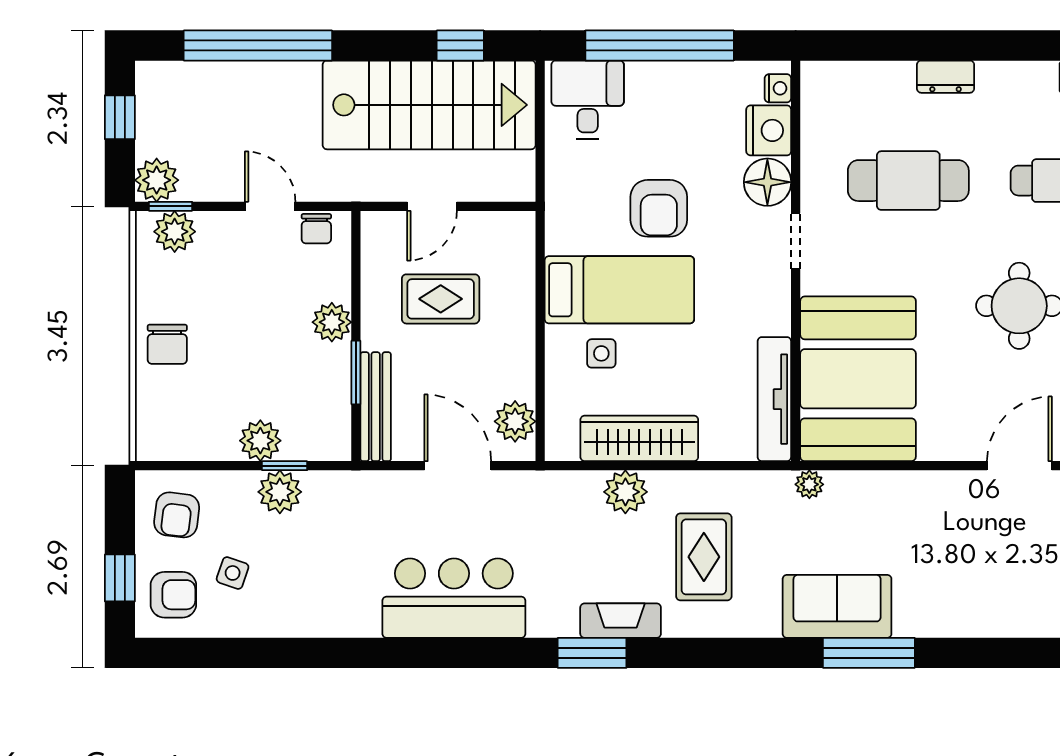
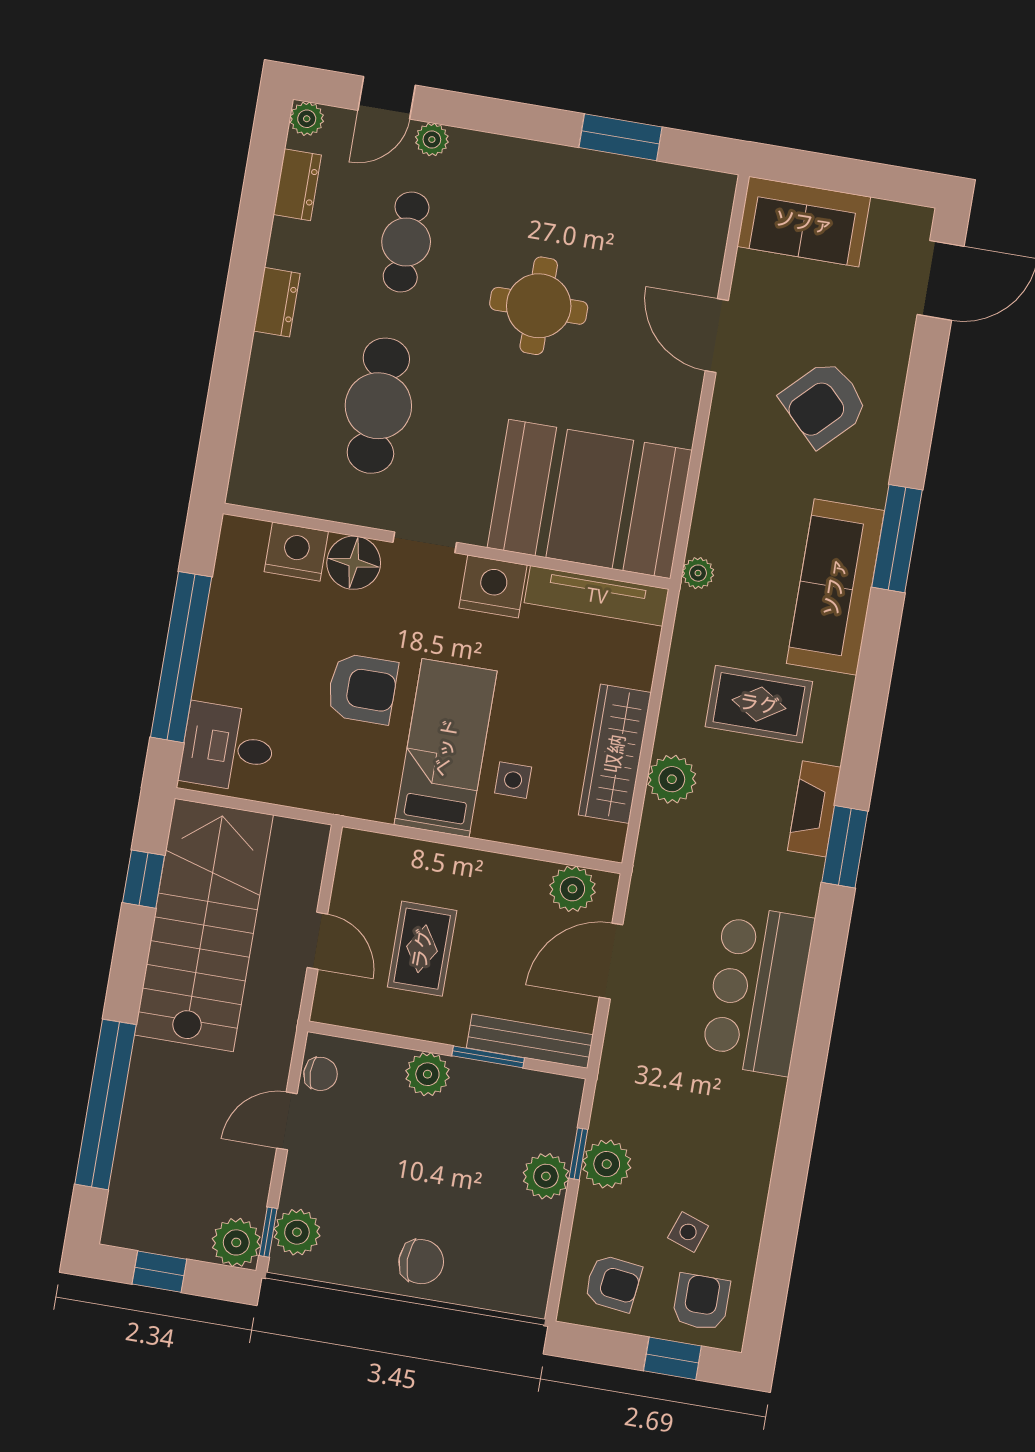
dresser: (946, 77) -> (277, 302), moved
nightstand: (778, 88) -> (493, 586), moved, width x1.89, depth x1.79
armchair: (976, 569) -> (824, 404), added
sofa: (837, 606) -> (835, 587), width x1.36

